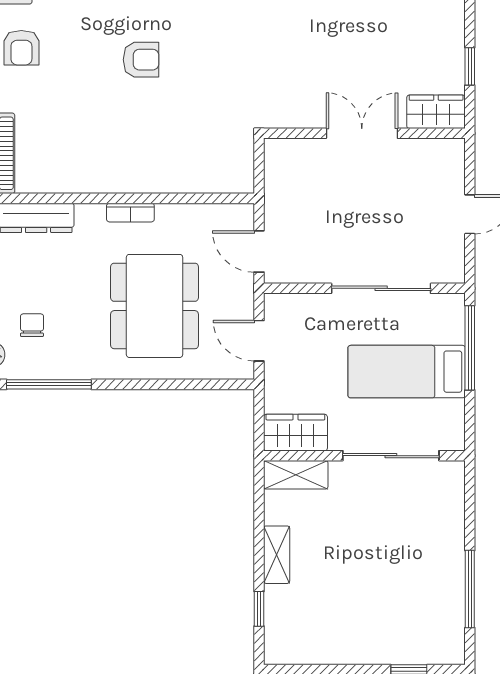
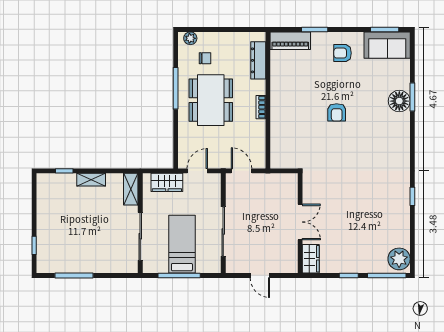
window: (470, 66) -> (349, 275), moved
door: (259, 251) -> (242, 171), hinge flipped
dining table: (155, 306) -> (211, 100), moved, turned 90
window: (470, 348) -> (179, 275), moved
window: (49, 384) -> (176, 88), moved
wardrobe: (295, 433) -> (167, 182), moved, turned 90

